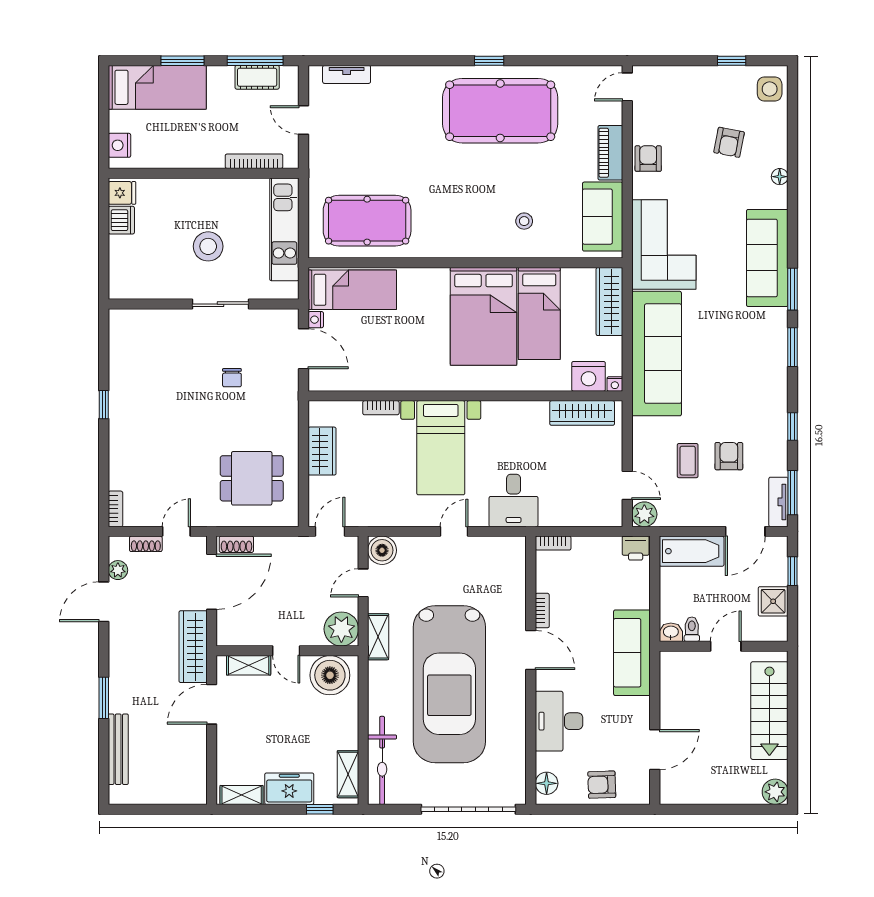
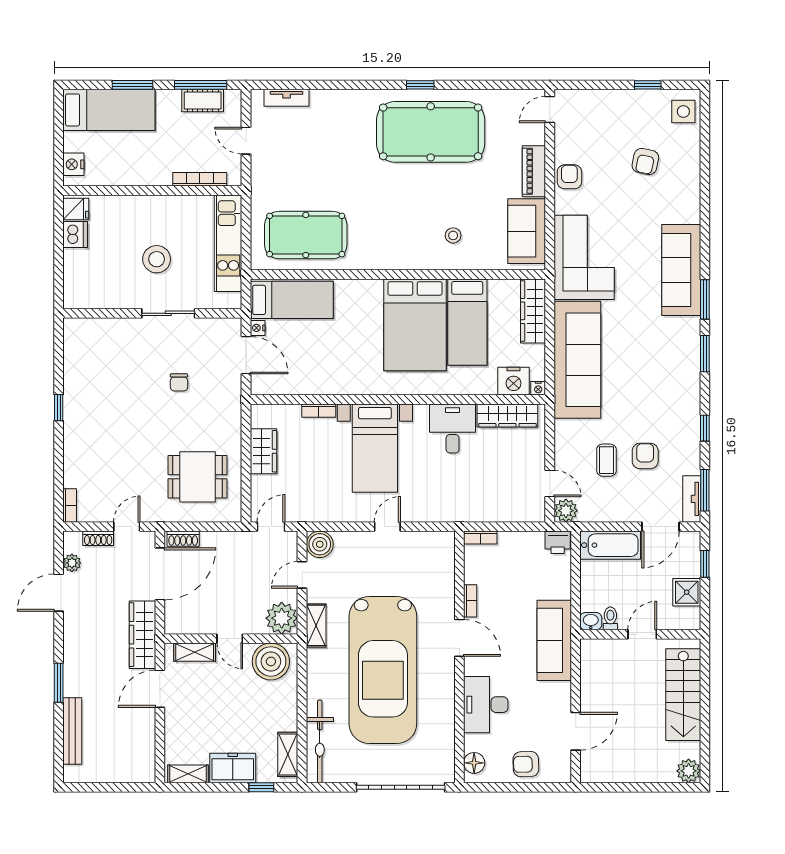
floor lamp: (780, 177) -> (693, 194), removed
desk: (514, 500) -> (453, 428), moved, turned 180

